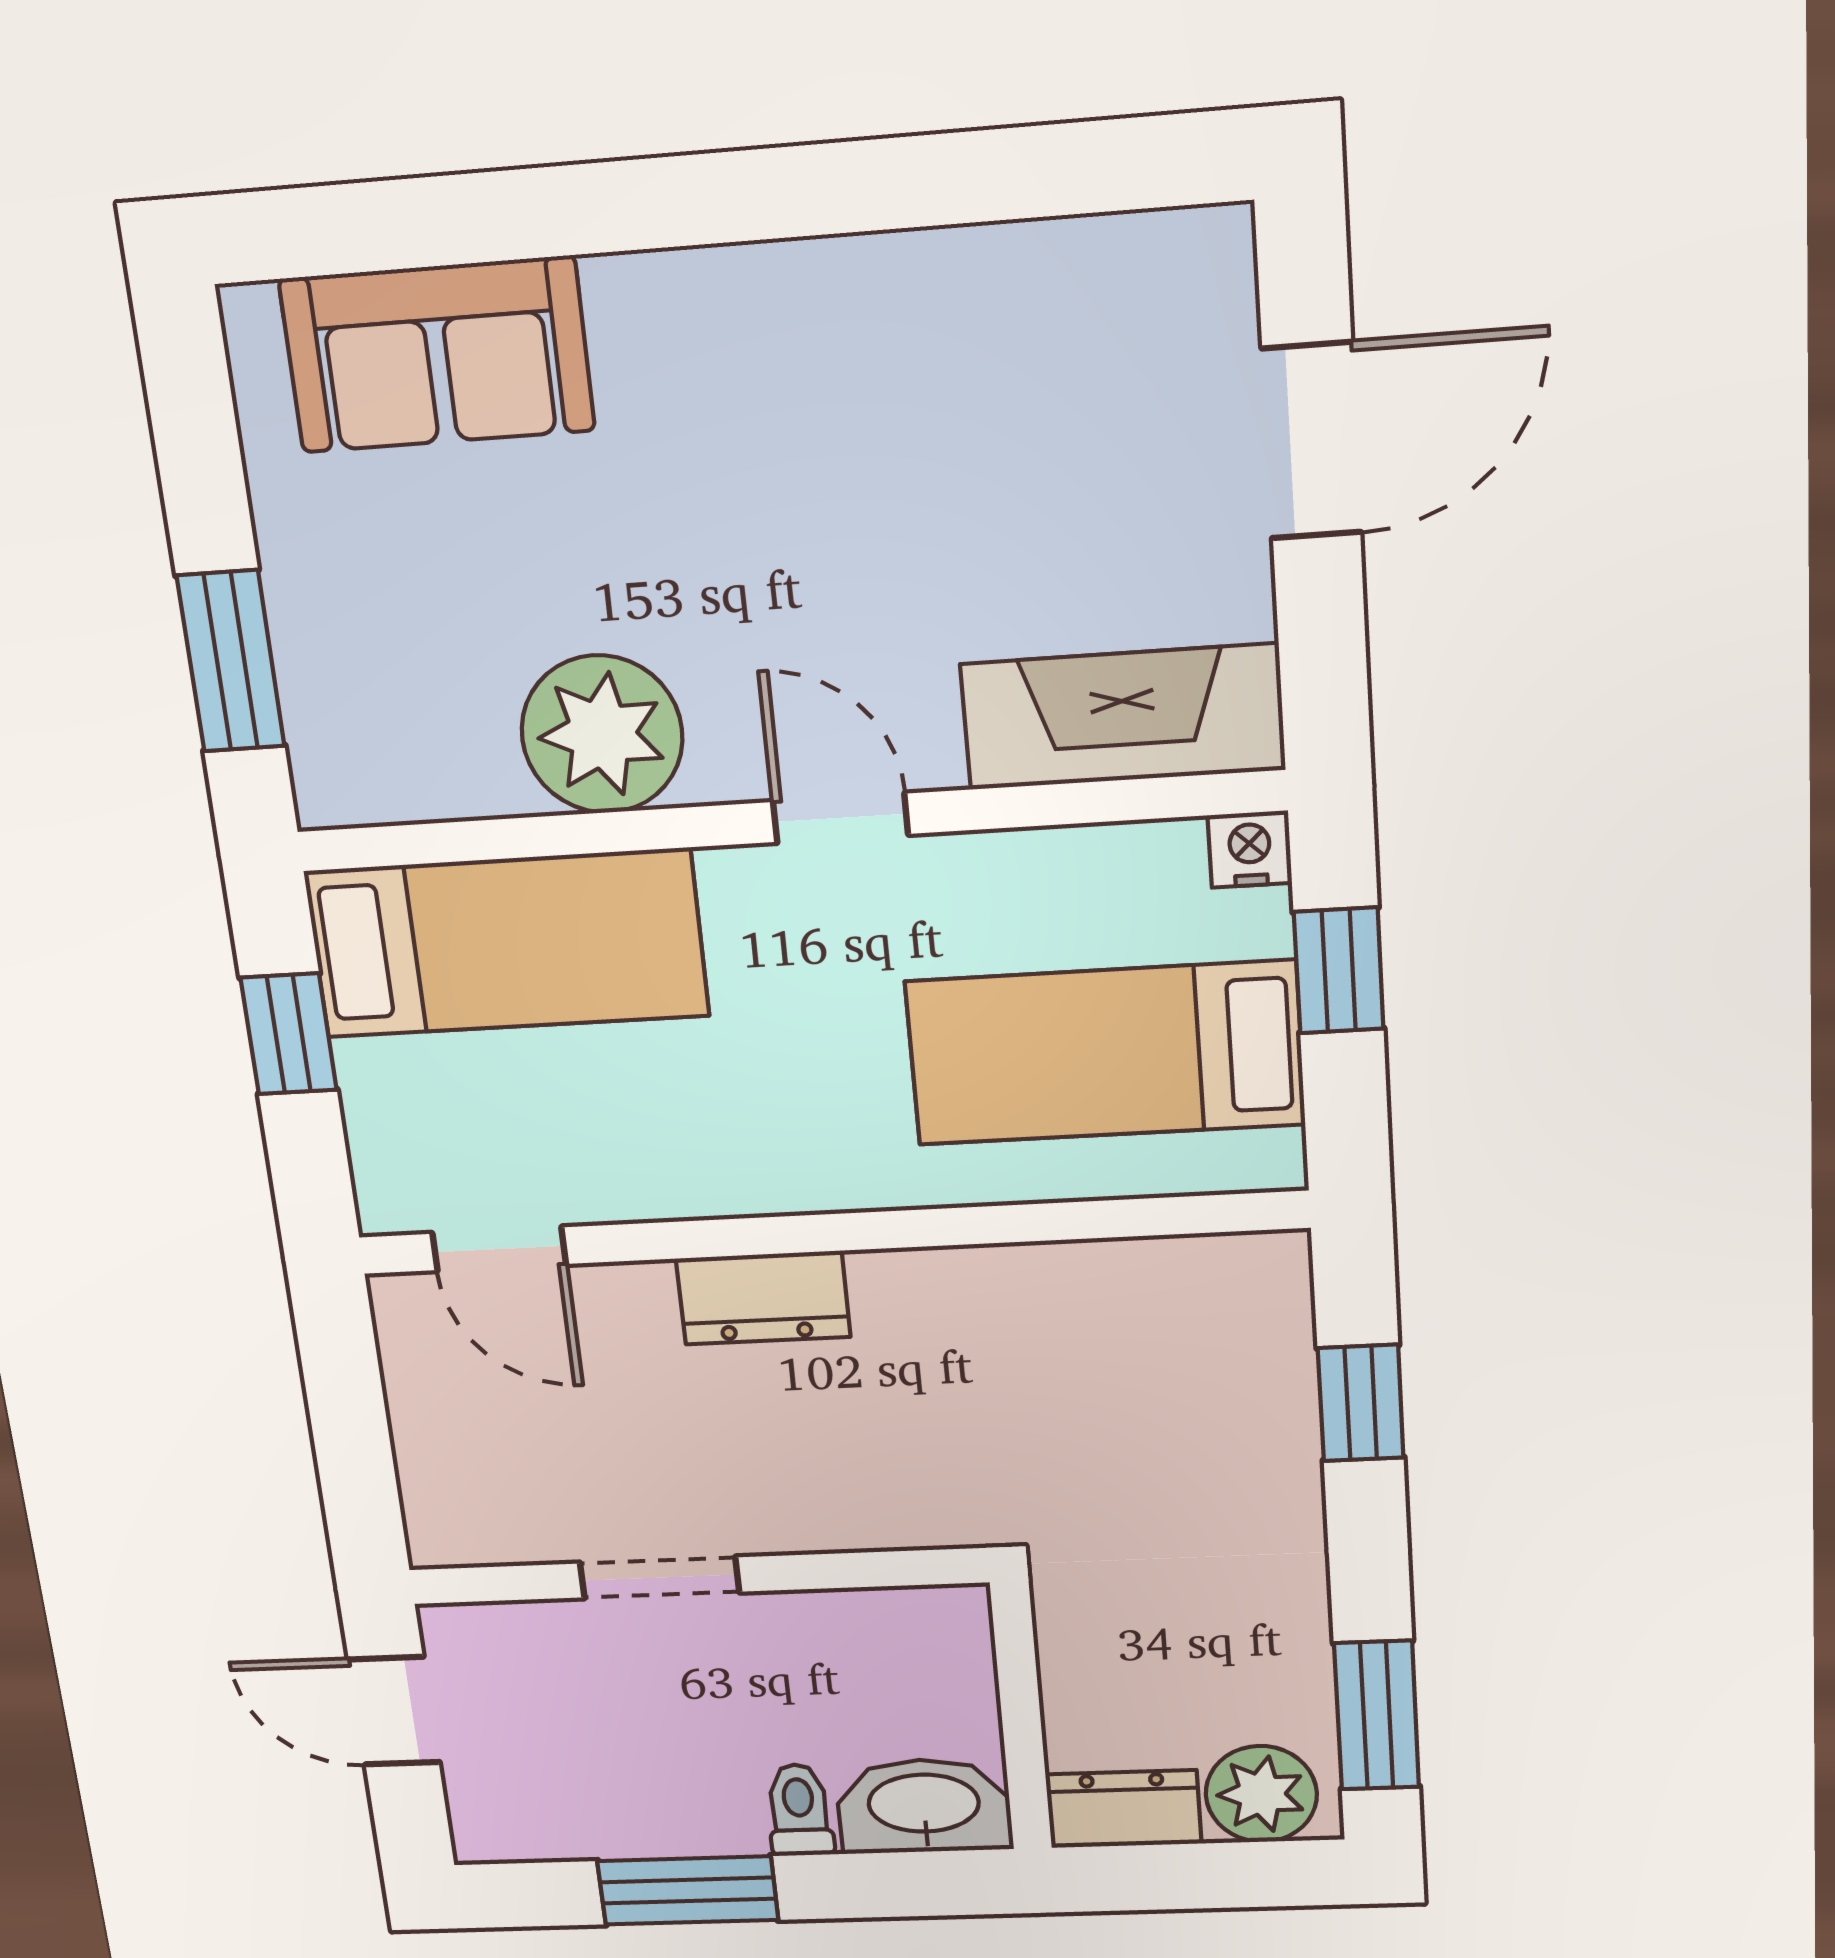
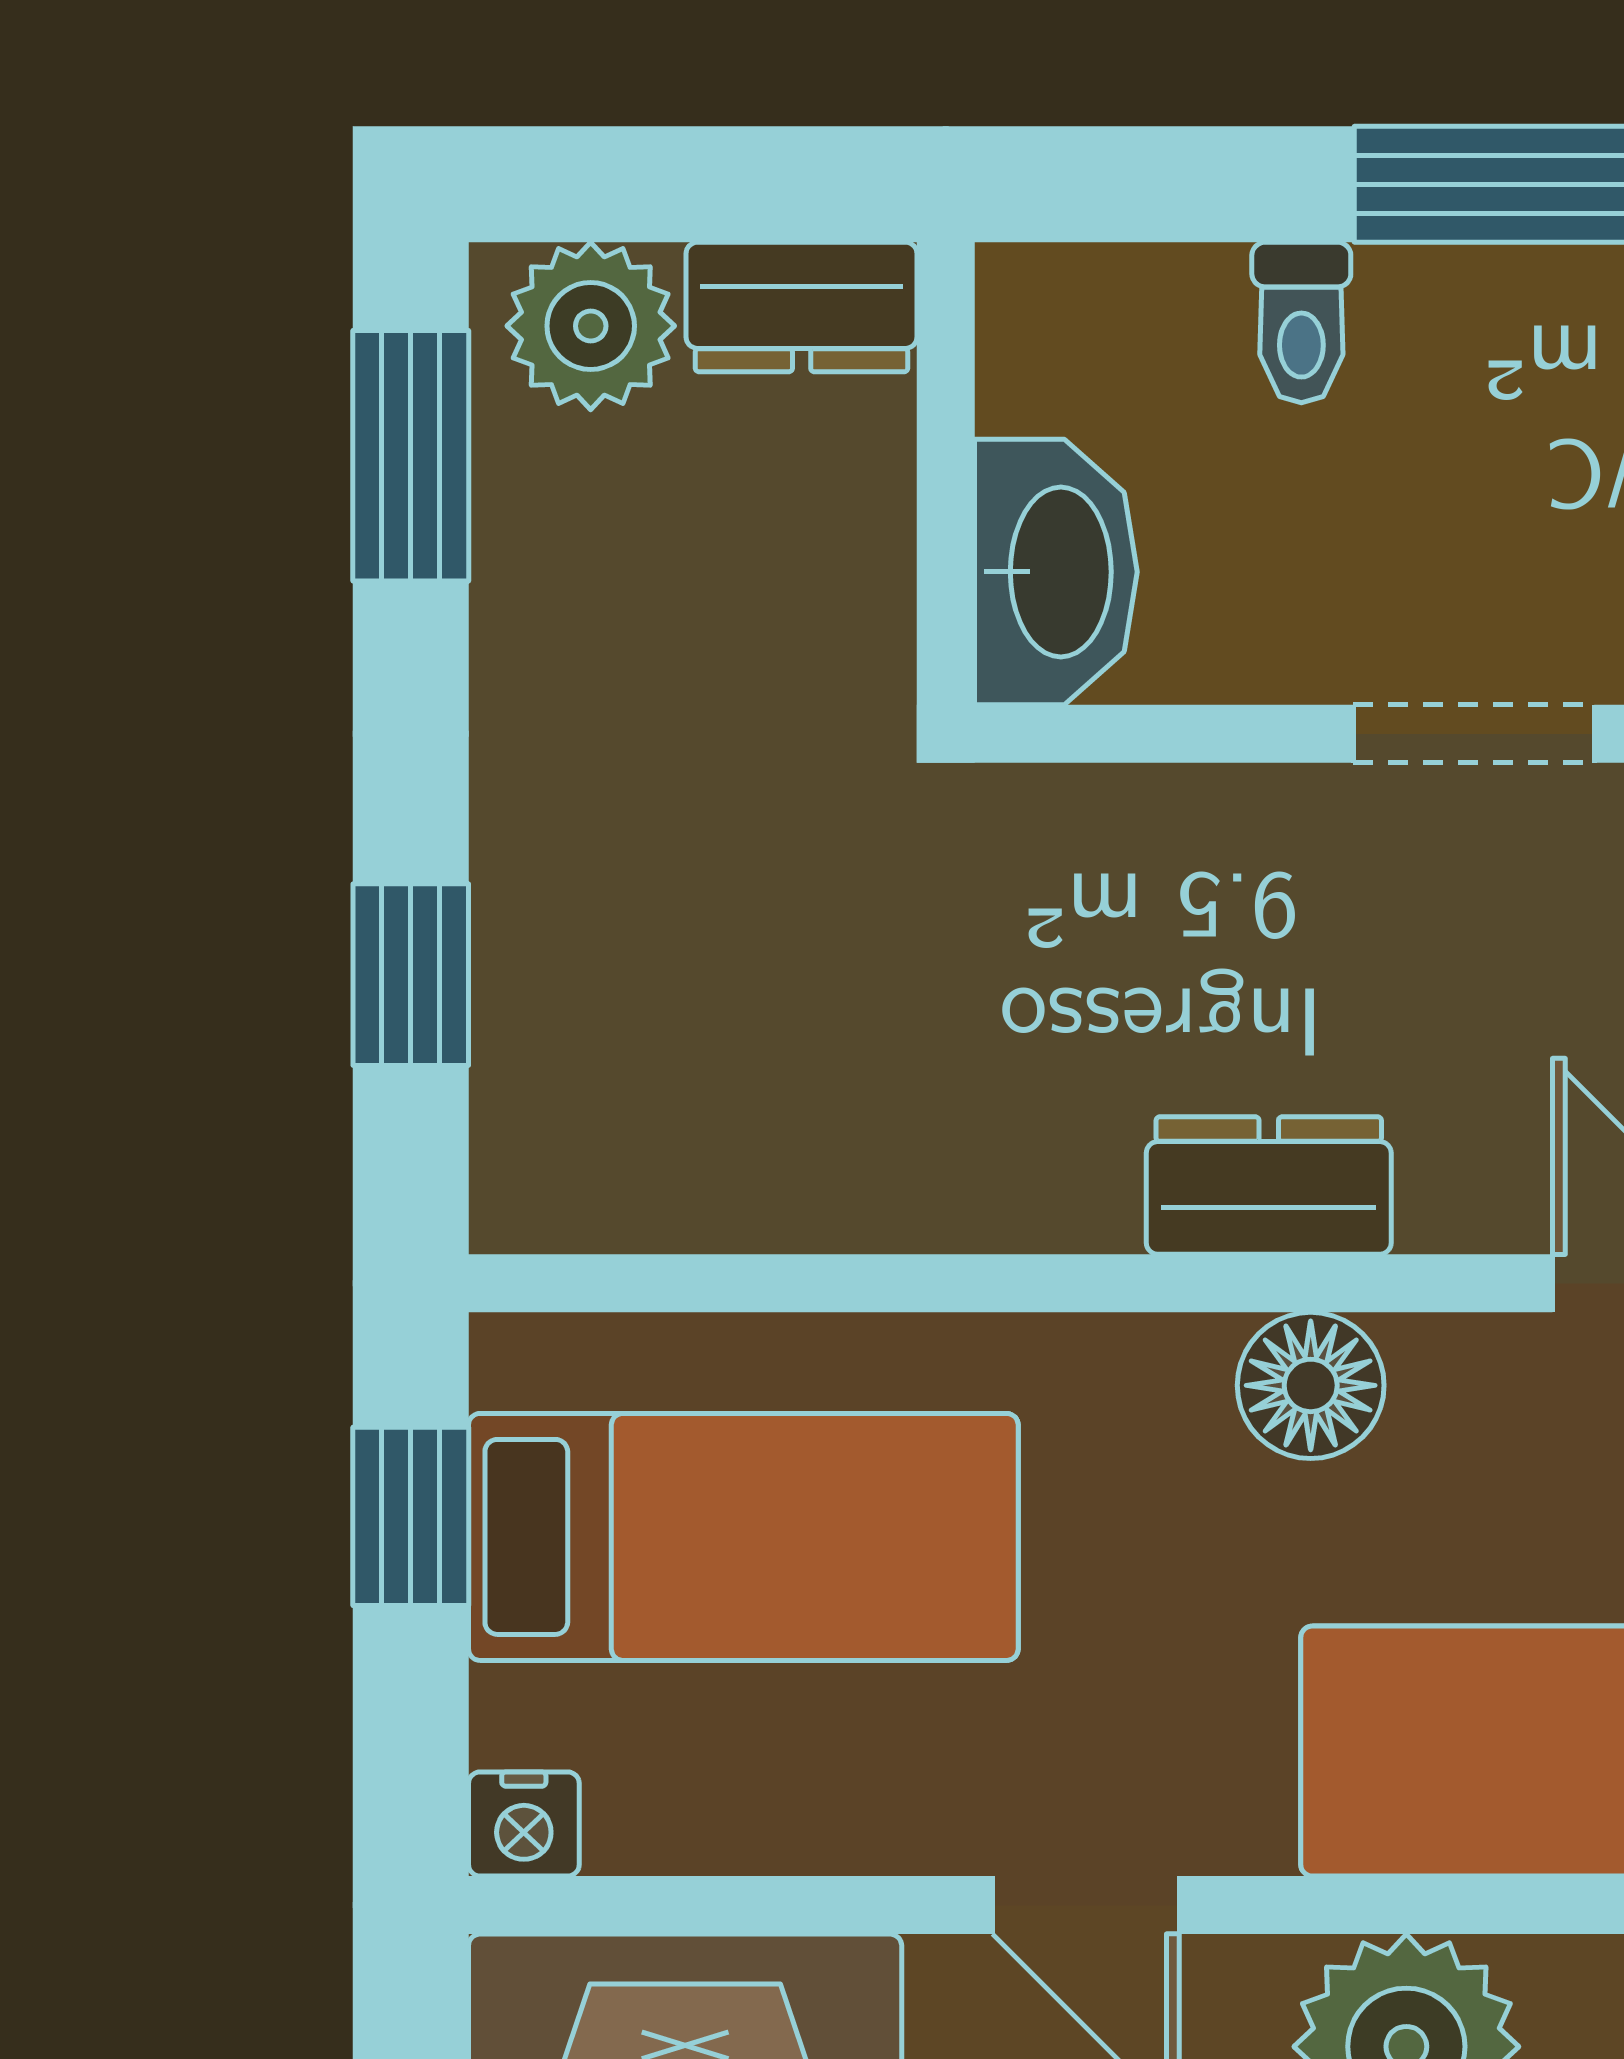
window: (1339, 970) -> (411, 1516), moved
floor lamp: (720, 1173) -> (1311, 1385), added
washbasin: (924, 1806) -> (1056, 572), moved, turned -90

